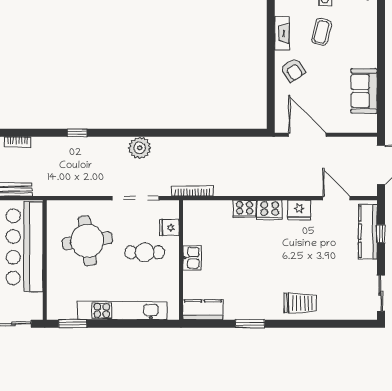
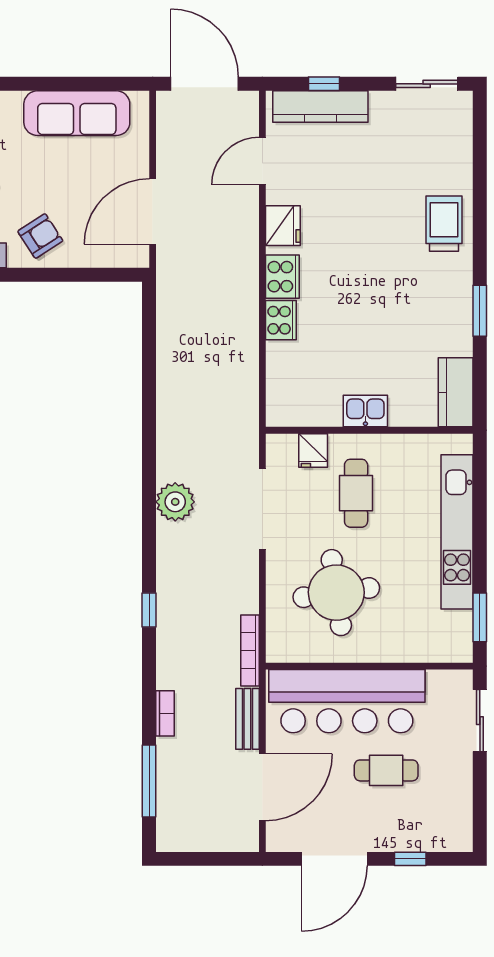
sofa: (364, 91) -> (77, 113), width x1.36
bookcase: (193, 191) -> (250, 650), moved

